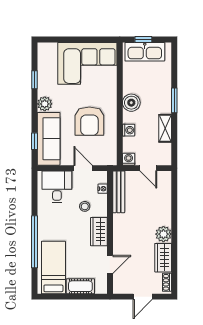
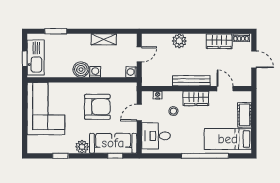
window: (174, 100) -> (56, 31), moved
washing machine: (129, 130) -> (95, 72), moved
bench: (119, 192) -> (191, 81), moved
plant: (163, 234) -> (179, 41), moved

